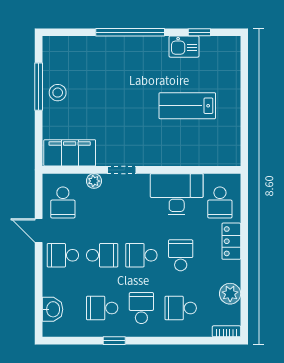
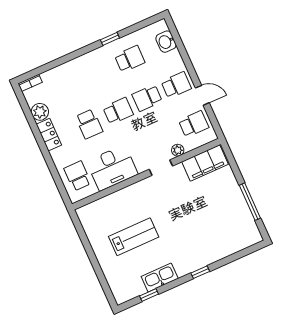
window: (130, 32) -> (200, 272), width x0.32
kitchen sink: (184, 47) -> (160, 278), width x1.38
stool: (58, 93) -> (234, 204), removed
school desk: (63, 202) -> (194, 124), turned 90
locker: (231, 241) -> (49, 135), moved
school desk: (141, 308) -> (101, 72), removed
school desk: (181, 308) -> (72, 85), removed

